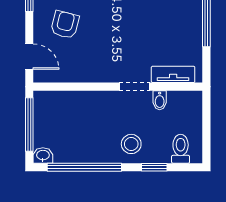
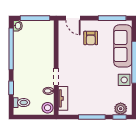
armchair: (65, 25) -> (91, 38), turned 76
door: (29, 57) -> (73, 18), hinge flipped
stool: (131, 144) -> (48, 108), moved

